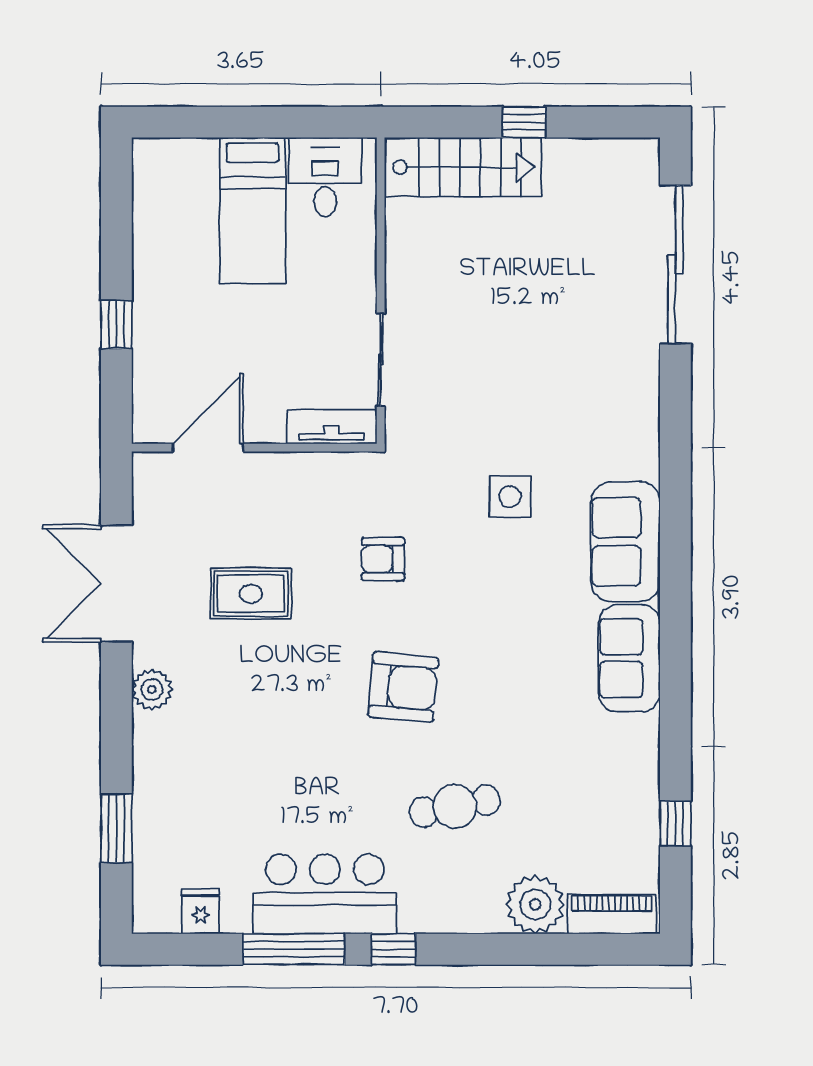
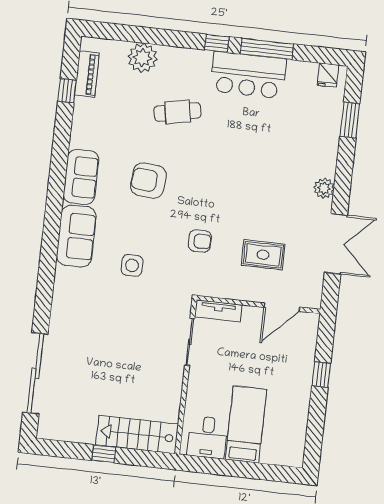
rug: (251, 594) -> (263, 255), moved
armchair: (403, 687) -> (148, 181), moved
fridge: (201, 911) -> (328, 75), moved
piano: (612, 914) -> (87, 74), moved, turned -90

